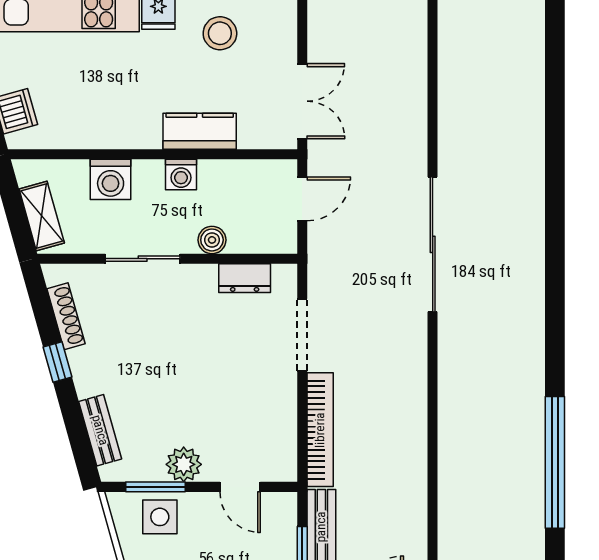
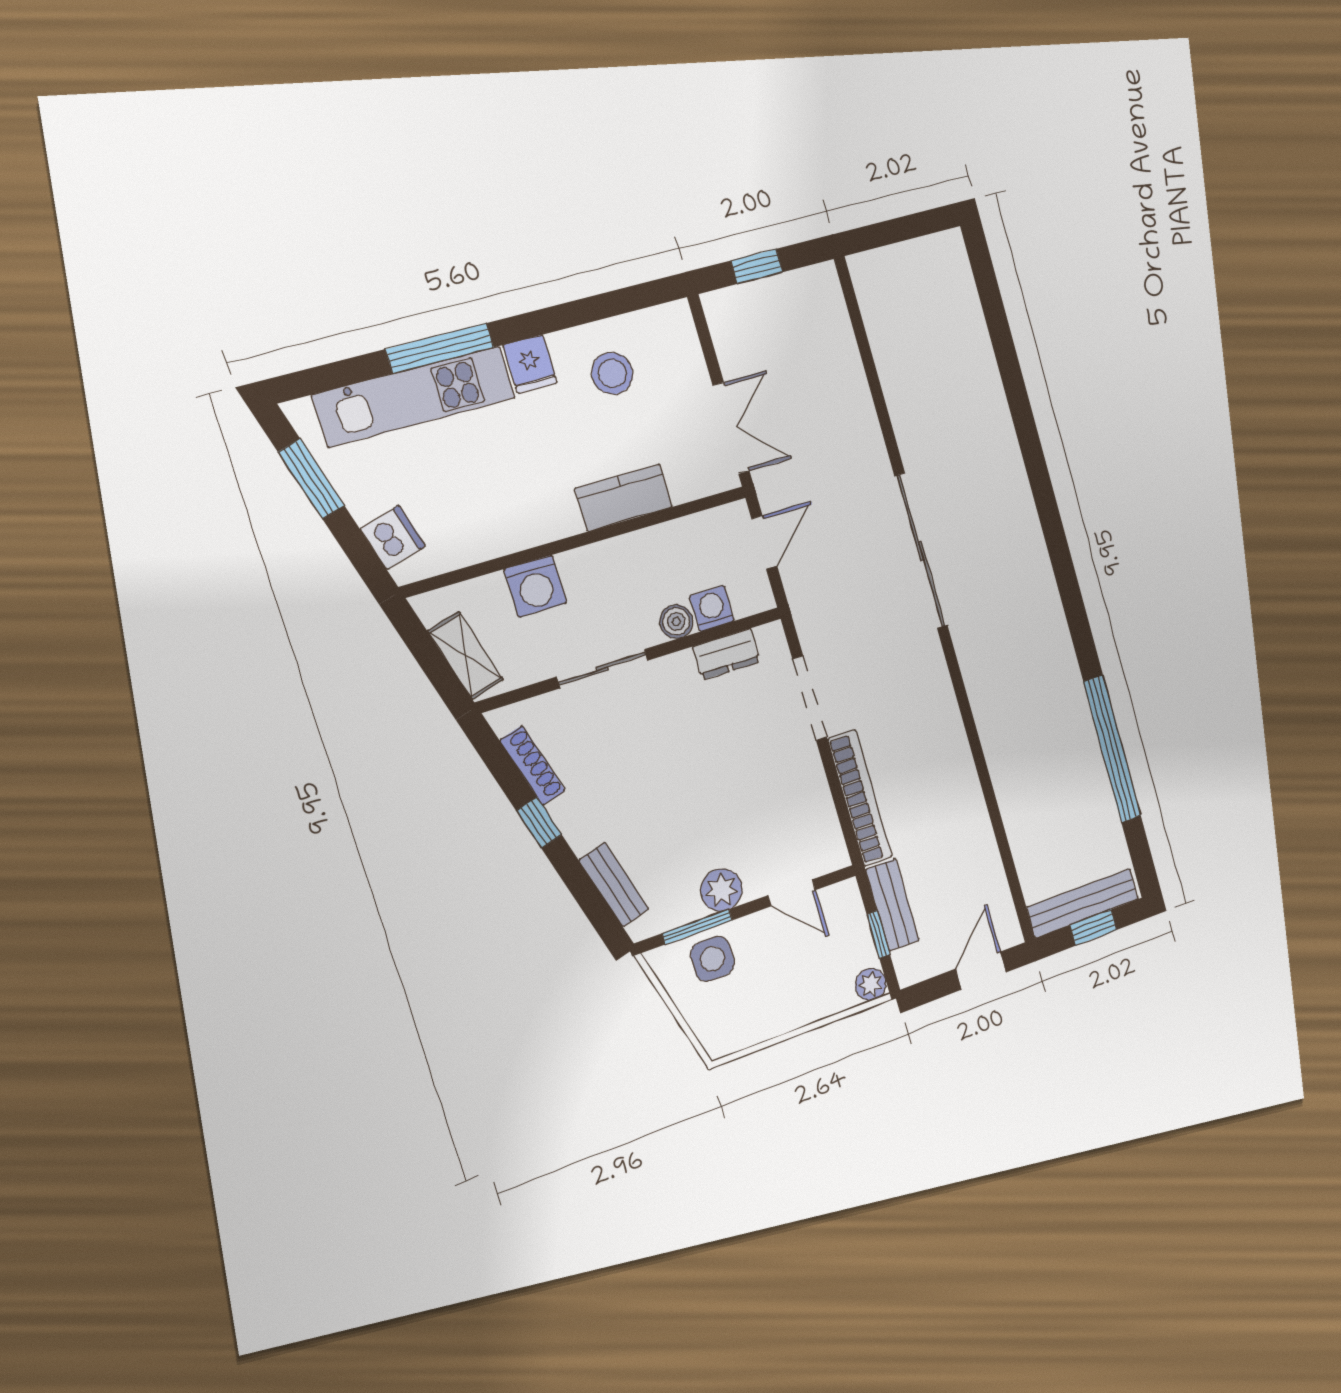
washing machine: (181, 175) -> (712, 608), moved, turned 180

